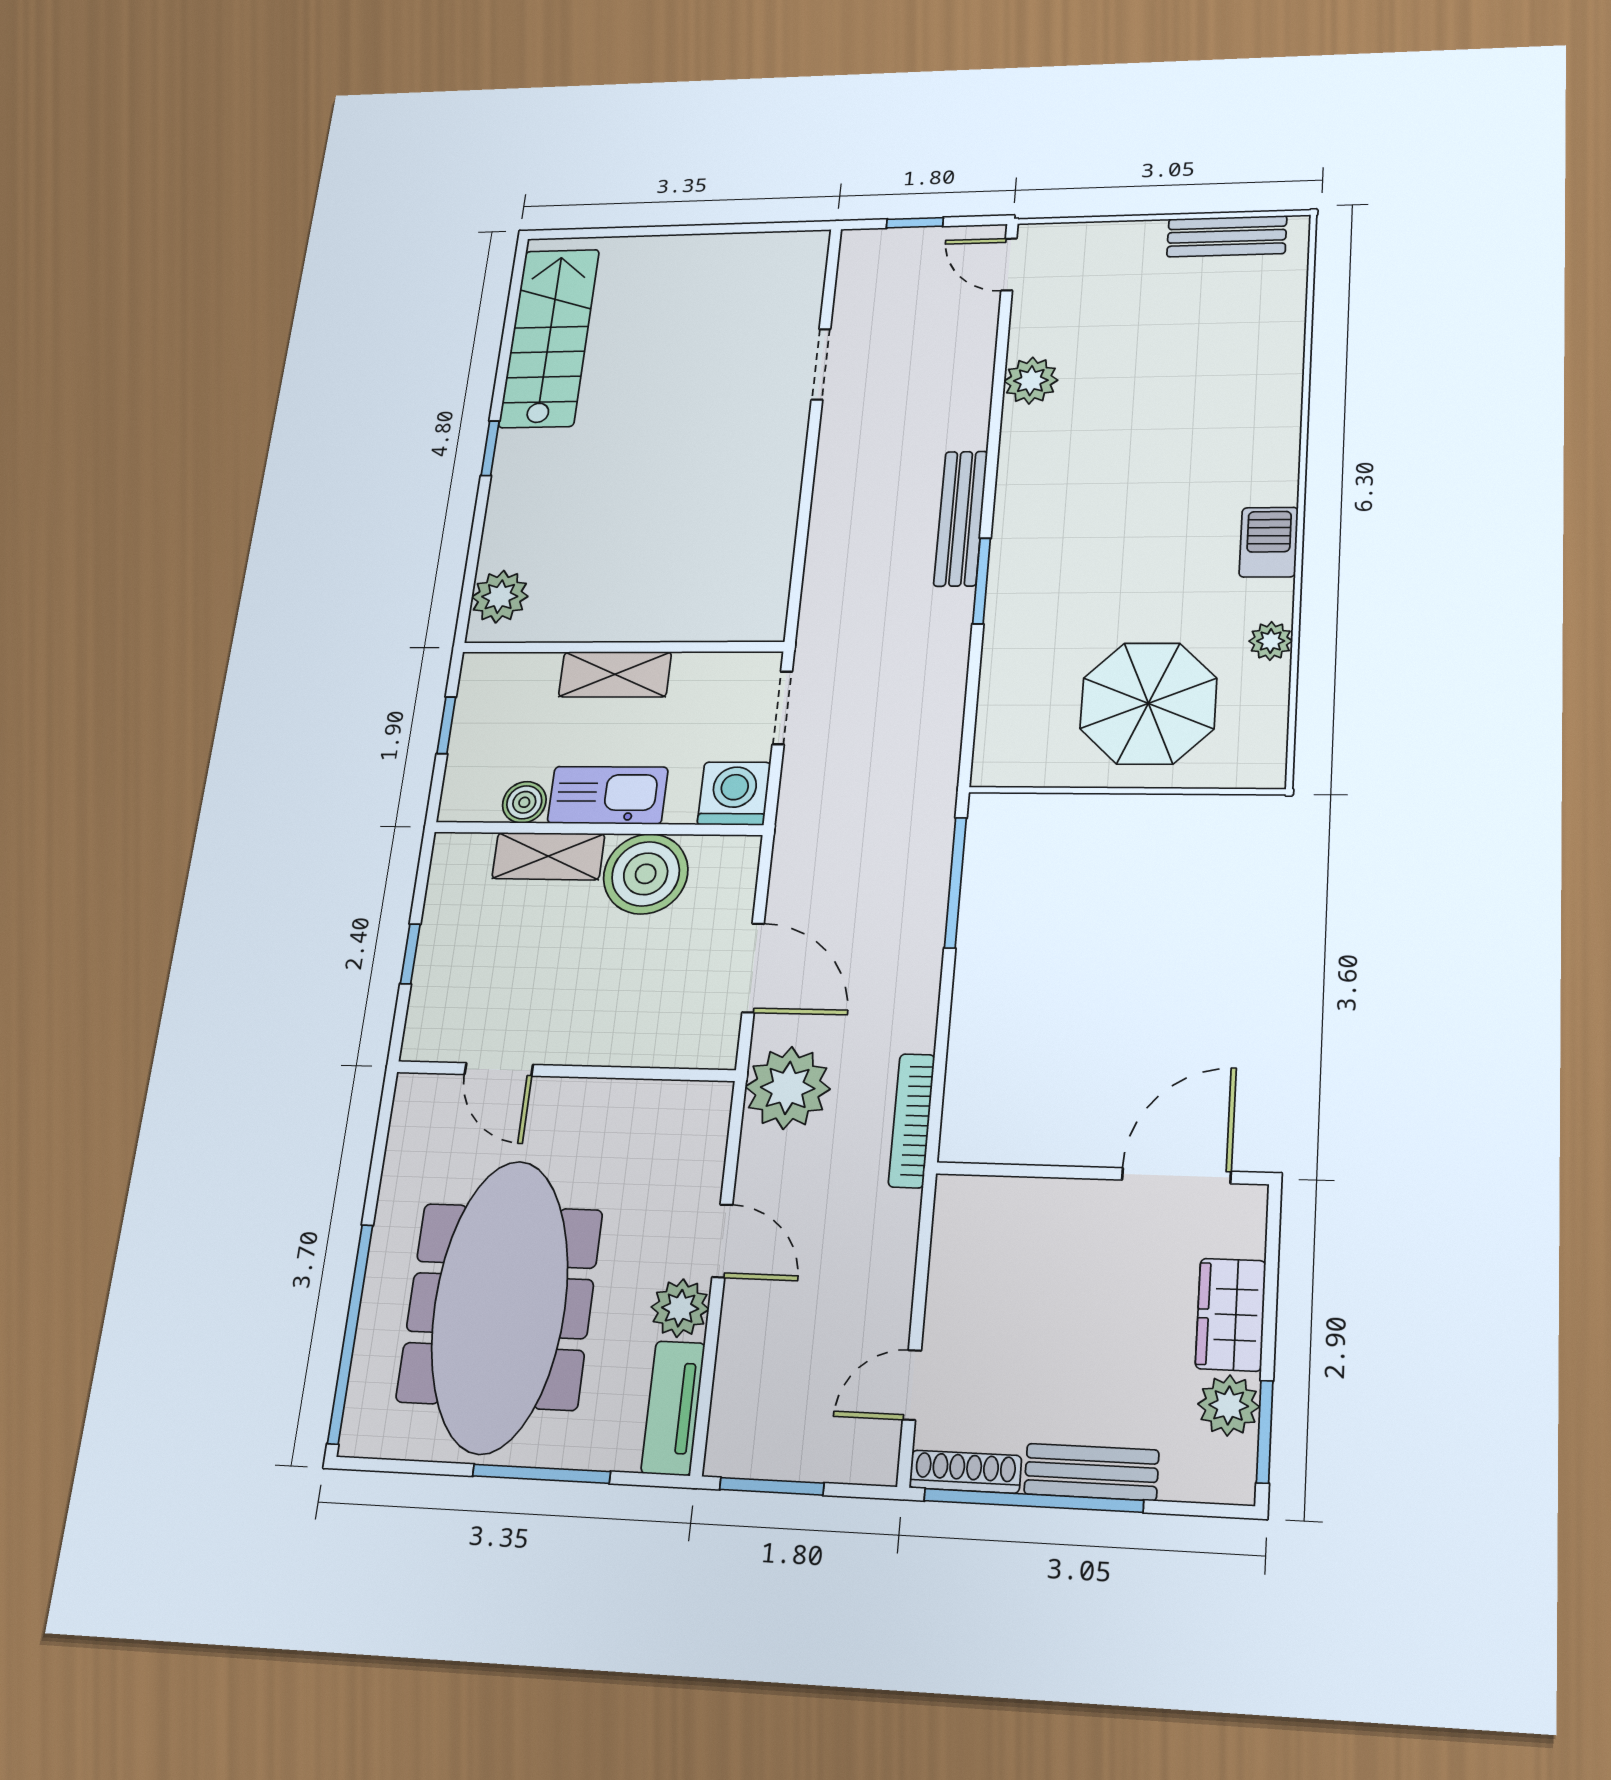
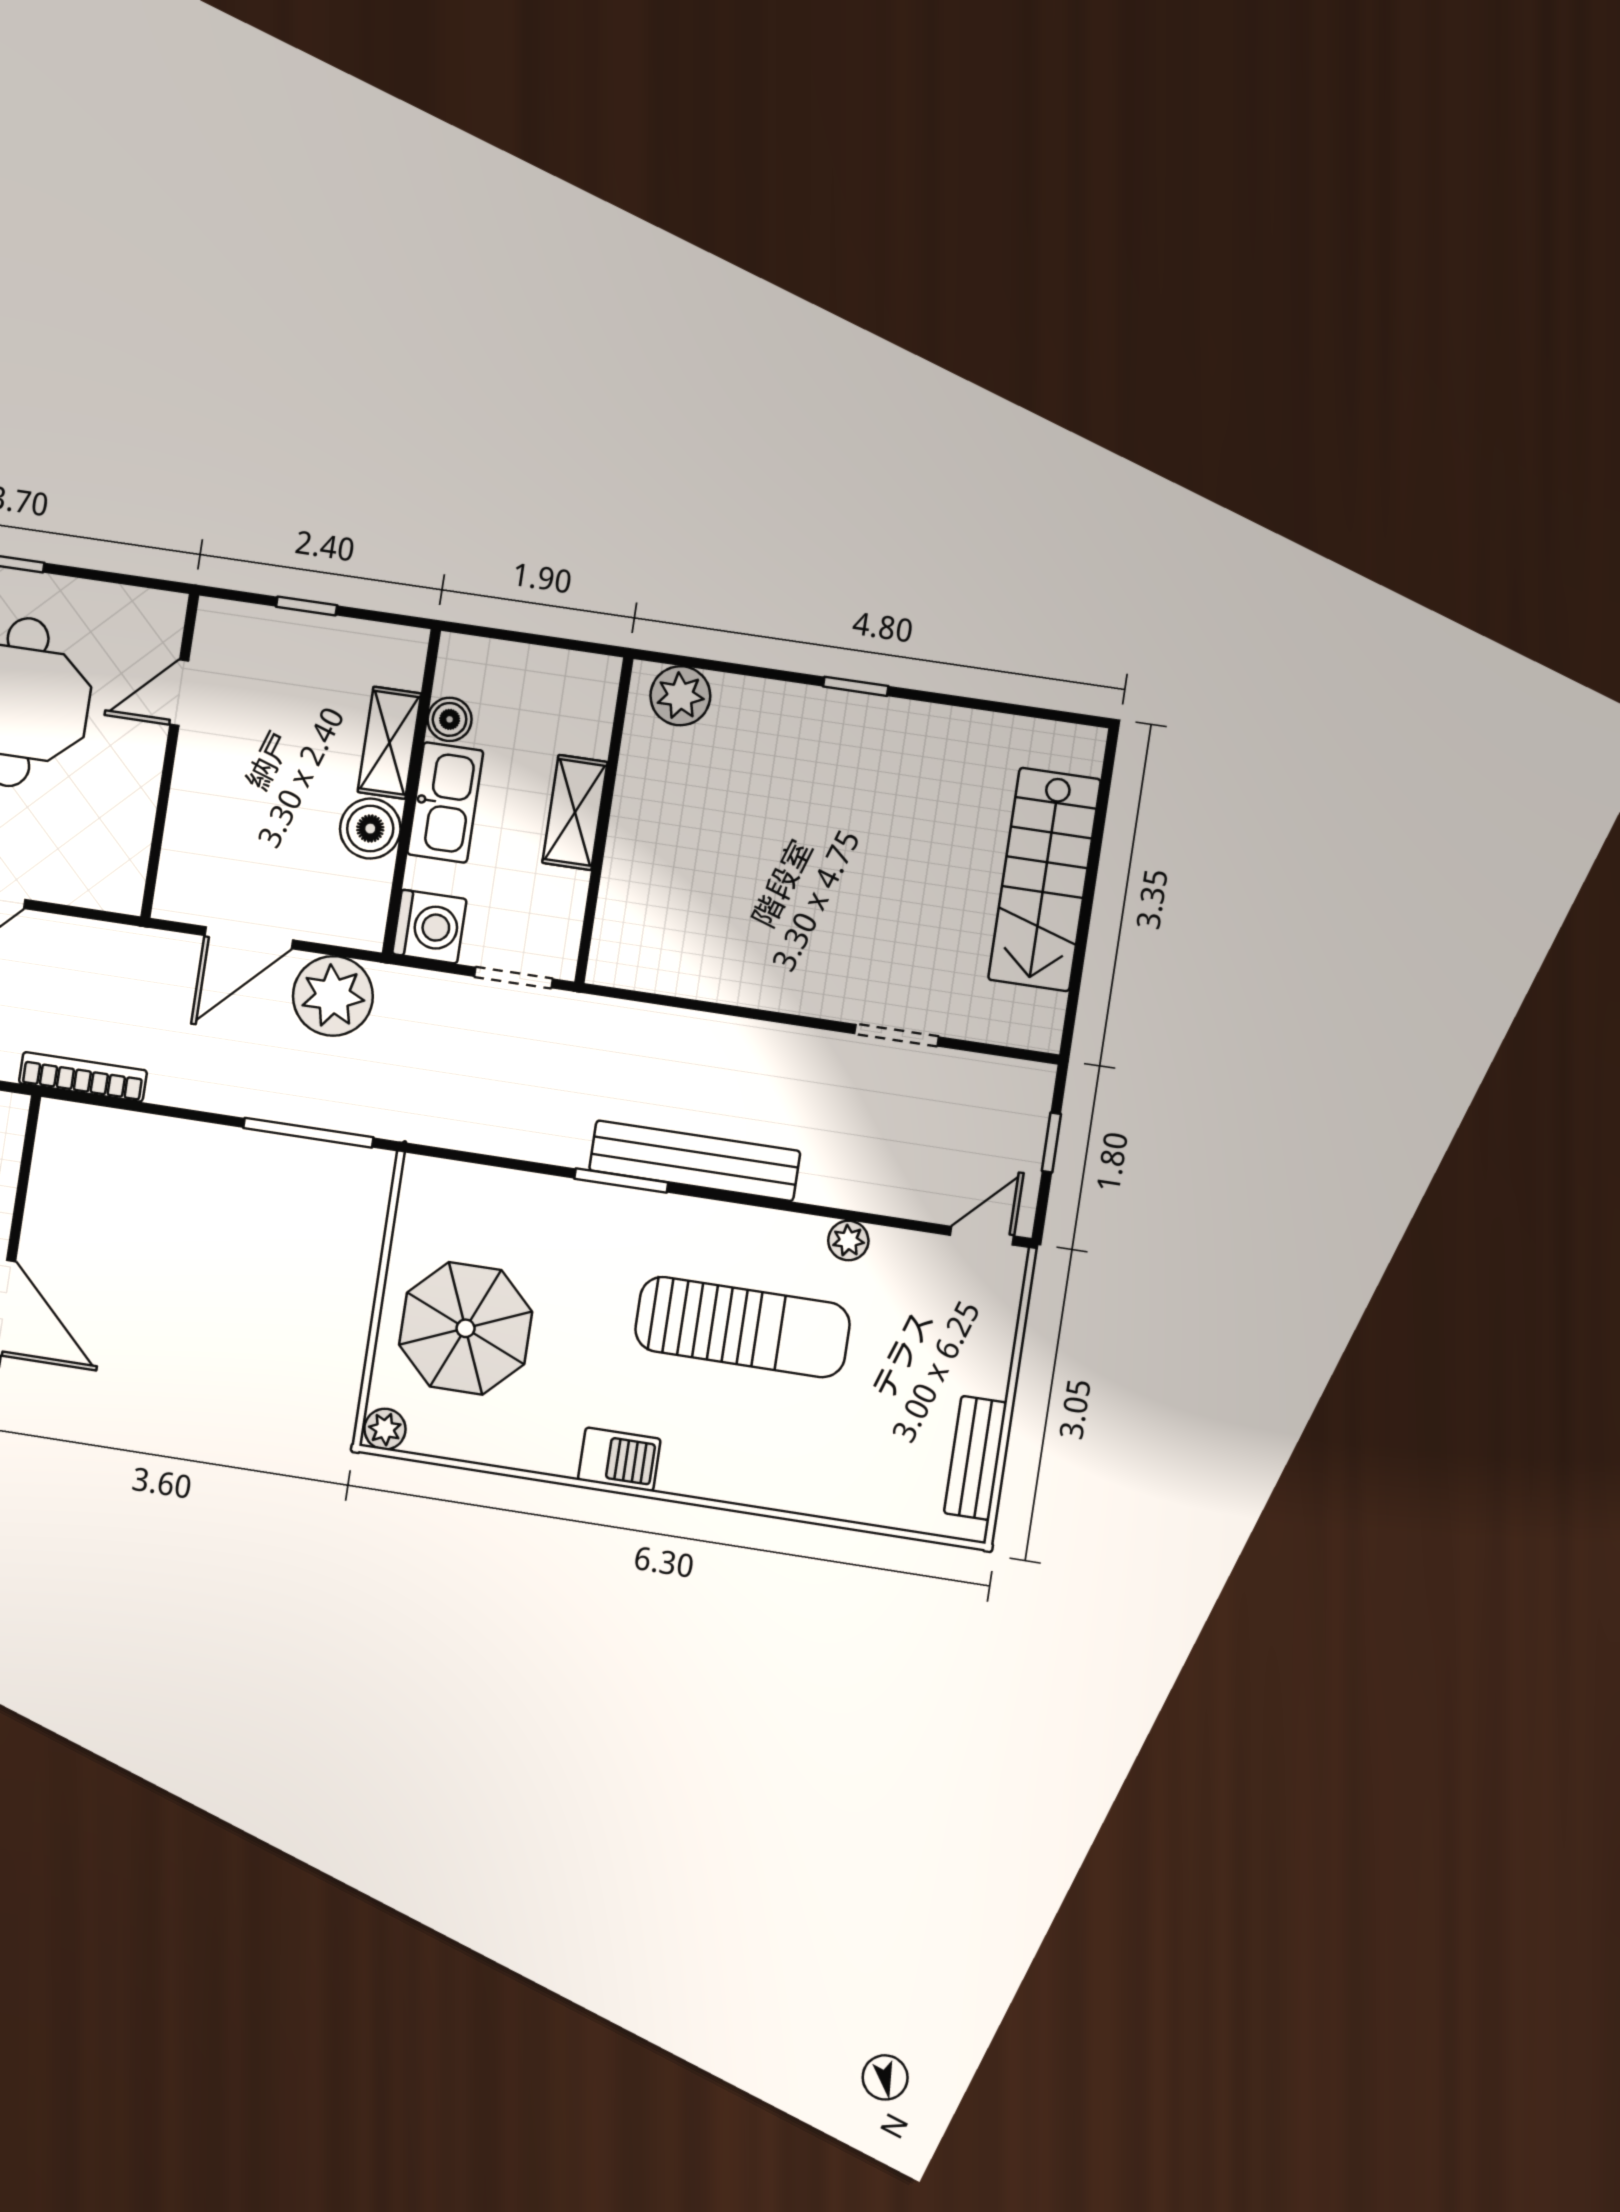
stairs: (549, 338) -> (1044, 879), moved, turned 90
plant: (1031, 381) -> (848, 1241), width x0.73, depth x0.73
sun lounger: (1120, 452) -> (742, 1327), added
bench: (961, 518) -> (695, 1161), width x1.37, depth x1.21
plant: (1271, 641) -> (385, 1429), moved
window: (446, 725) -> (544, 641), removed
boiler: (646, 874) -> (370, 829), width x0.73, depth x0.73
plant: (788, 1088) -> (333, 996), moved

